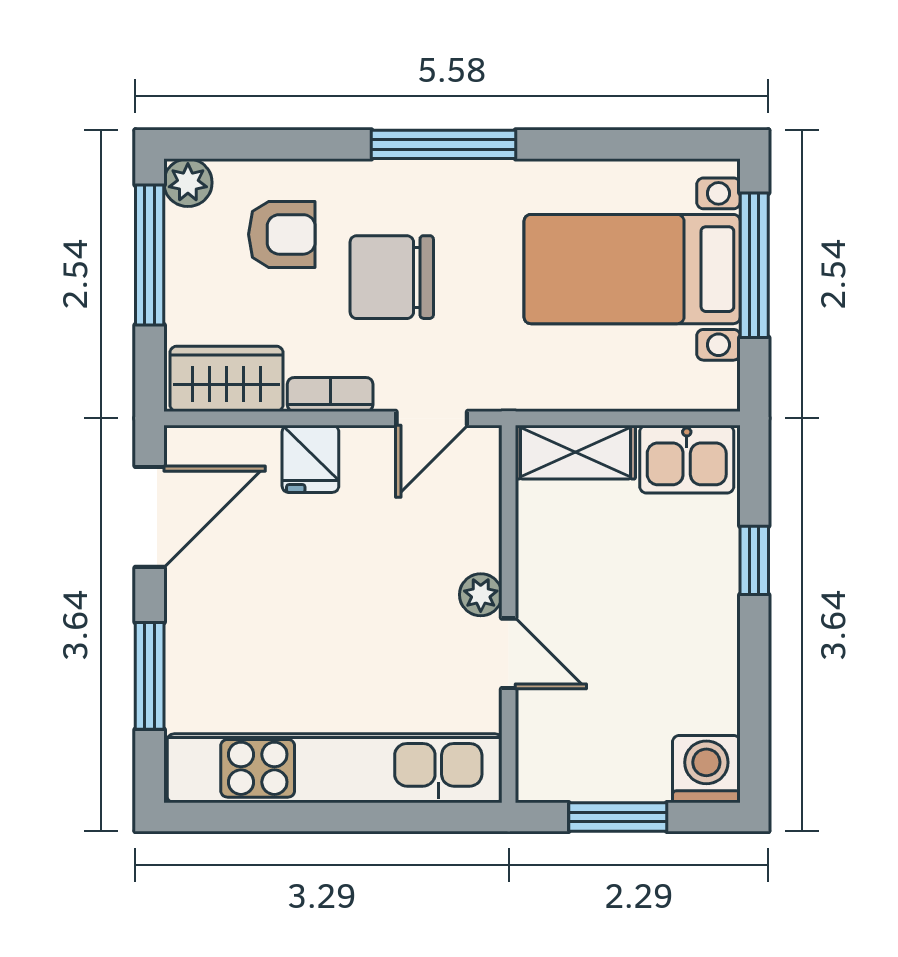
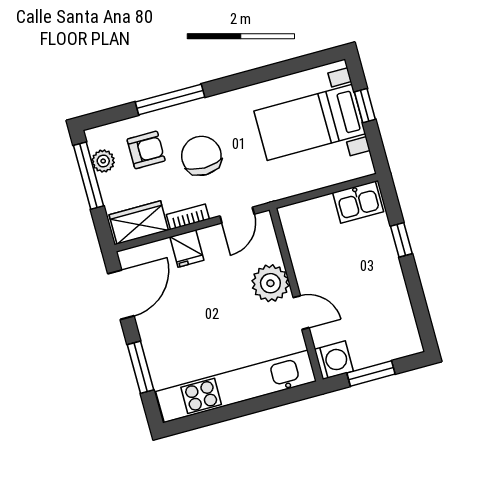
window: (443, 144) -> (170, 99), moved
plant: (188, 183) -> (103, 161), moved
window: (754, 265) -> (365, 106), width x0.46
chair: (392, 277) -> (201, 156), turned 90
shelving: (575, 452) -> (307, 213), removed
plant: (481, 595) -> (270, 283), width x1.88, depth x1.88
washing machine: (706, 769) -> (334, 360), moved, turned 90

